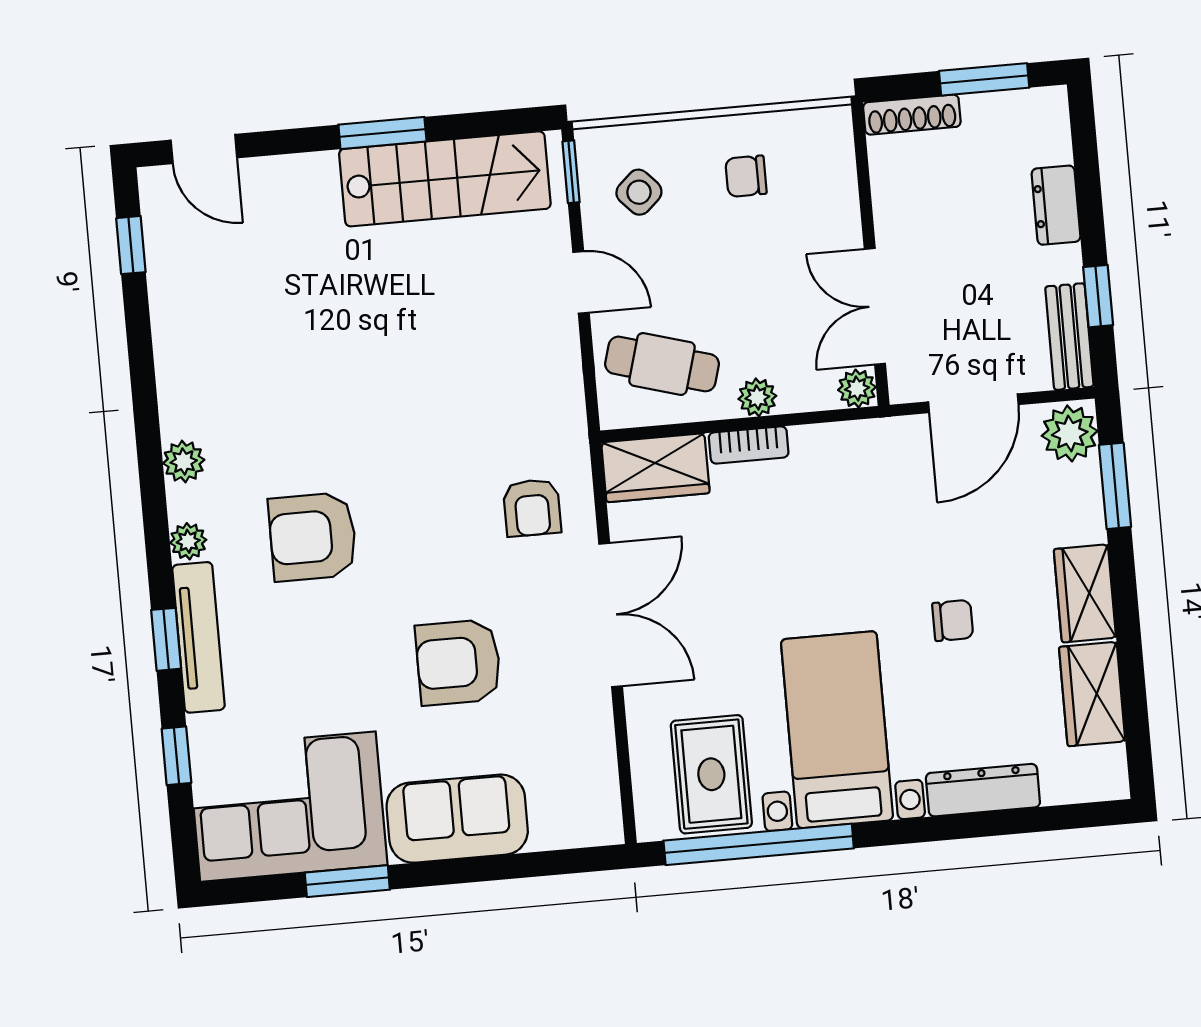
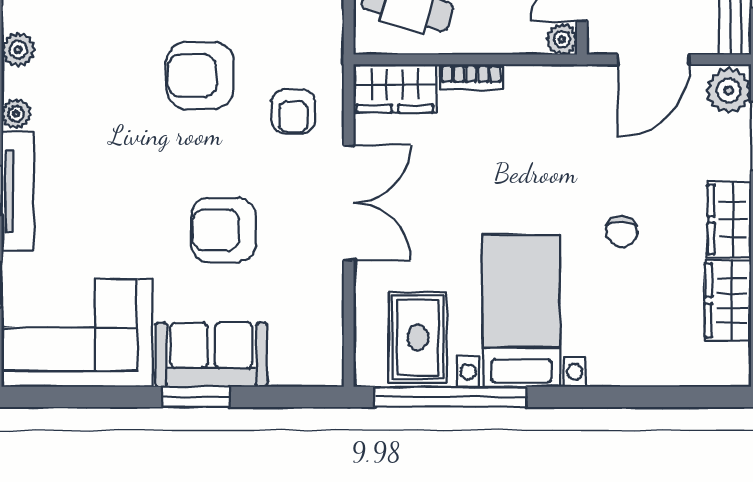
plant: (757, 397) -> (481, 39), removed
armchair: (313, 537) -> (200, 75), moved
chair: (953, 620) -> (622, 232), turned 90
dresser: (983, 790) -> (634, 369), removed
window: (347, 881) -> (196, 397), moved

